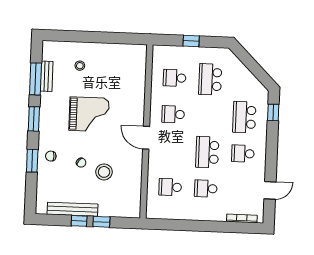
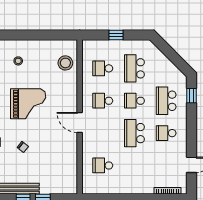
stool: (104, 172) -> (65, 63), moved
school desk: (206, 189) -> (134, 101), moved

